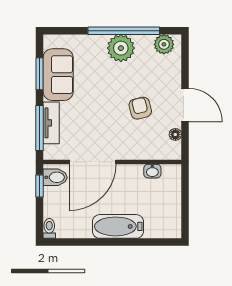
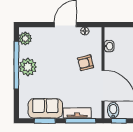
armchair: (140, 108) -> (86, 63), moved

